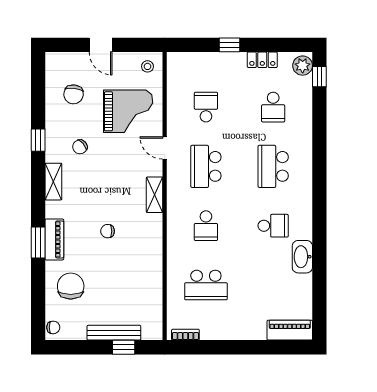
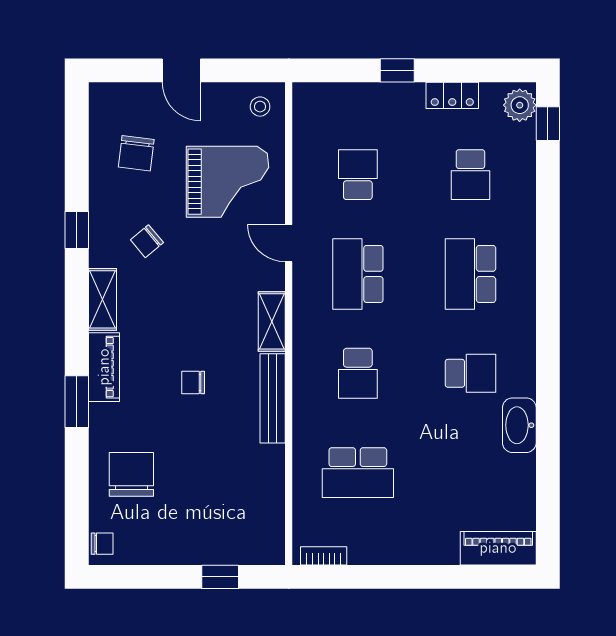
piano: (54, 239) -> (104, 367), moved
bench: (114, 333) -> (273, 398), moved, turned 90

